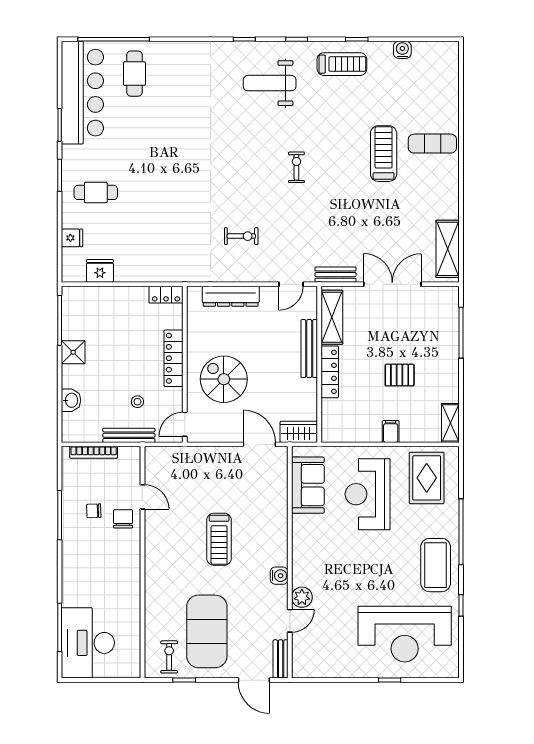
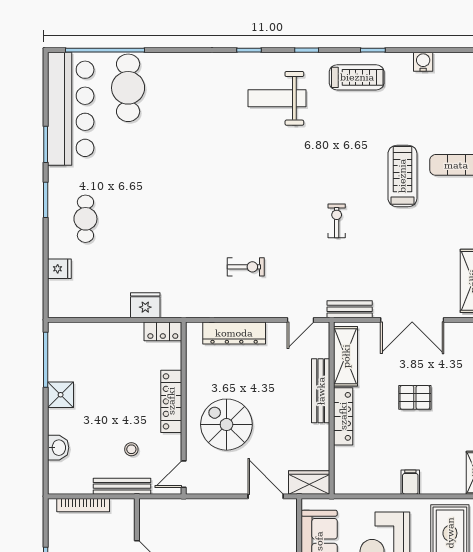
cafe table: (134, 74) -> (128, 88), width x1.37, depth x1.35
exercise bike: (296, 167) -> (337, 221), moved
cafe table: (96, 192) -> (85, 219), turned 90
fridge: (100, 271) -> (145, 305), moved
double door: (392, 284) -> (412, 320), swing flipped
pallet: (400, 375) -> (415, 397), moved

